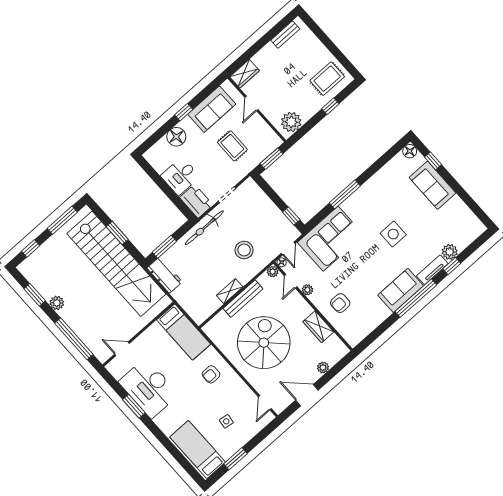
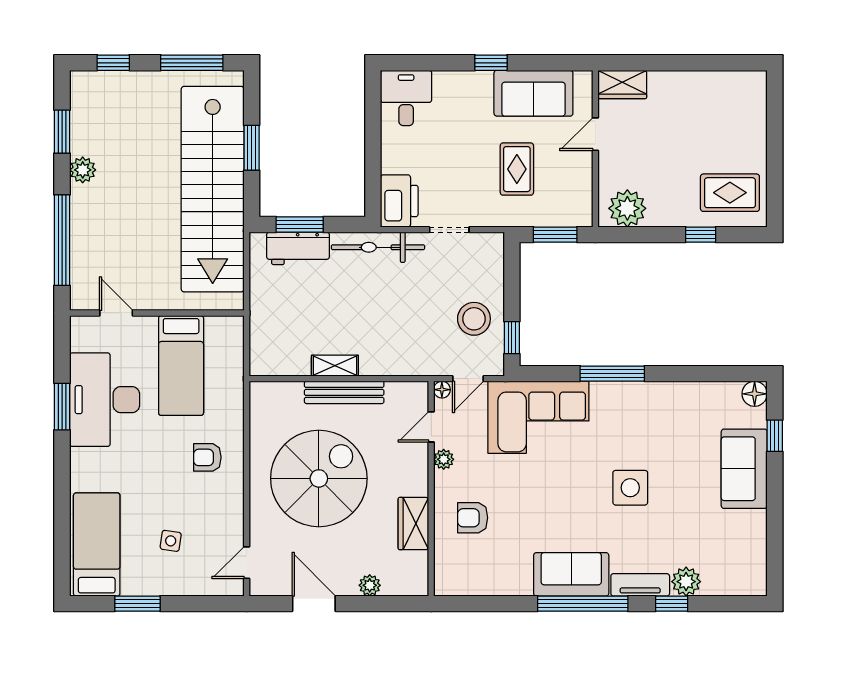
bench: (285, 35) -> (726, 81), removed
floor lamp: (176, 137) -> (451, 88), removed
desk: (180, 176) -> (406, 98), moved, turned 90
stool: (244, 250) -> (474, 319), moved
plant: (273, 272) -> (418, 392), removed
workbench: (165, 275) -> (298, 248), moved, turned 90
bed: (184, 332) -> (181, 365), moved

